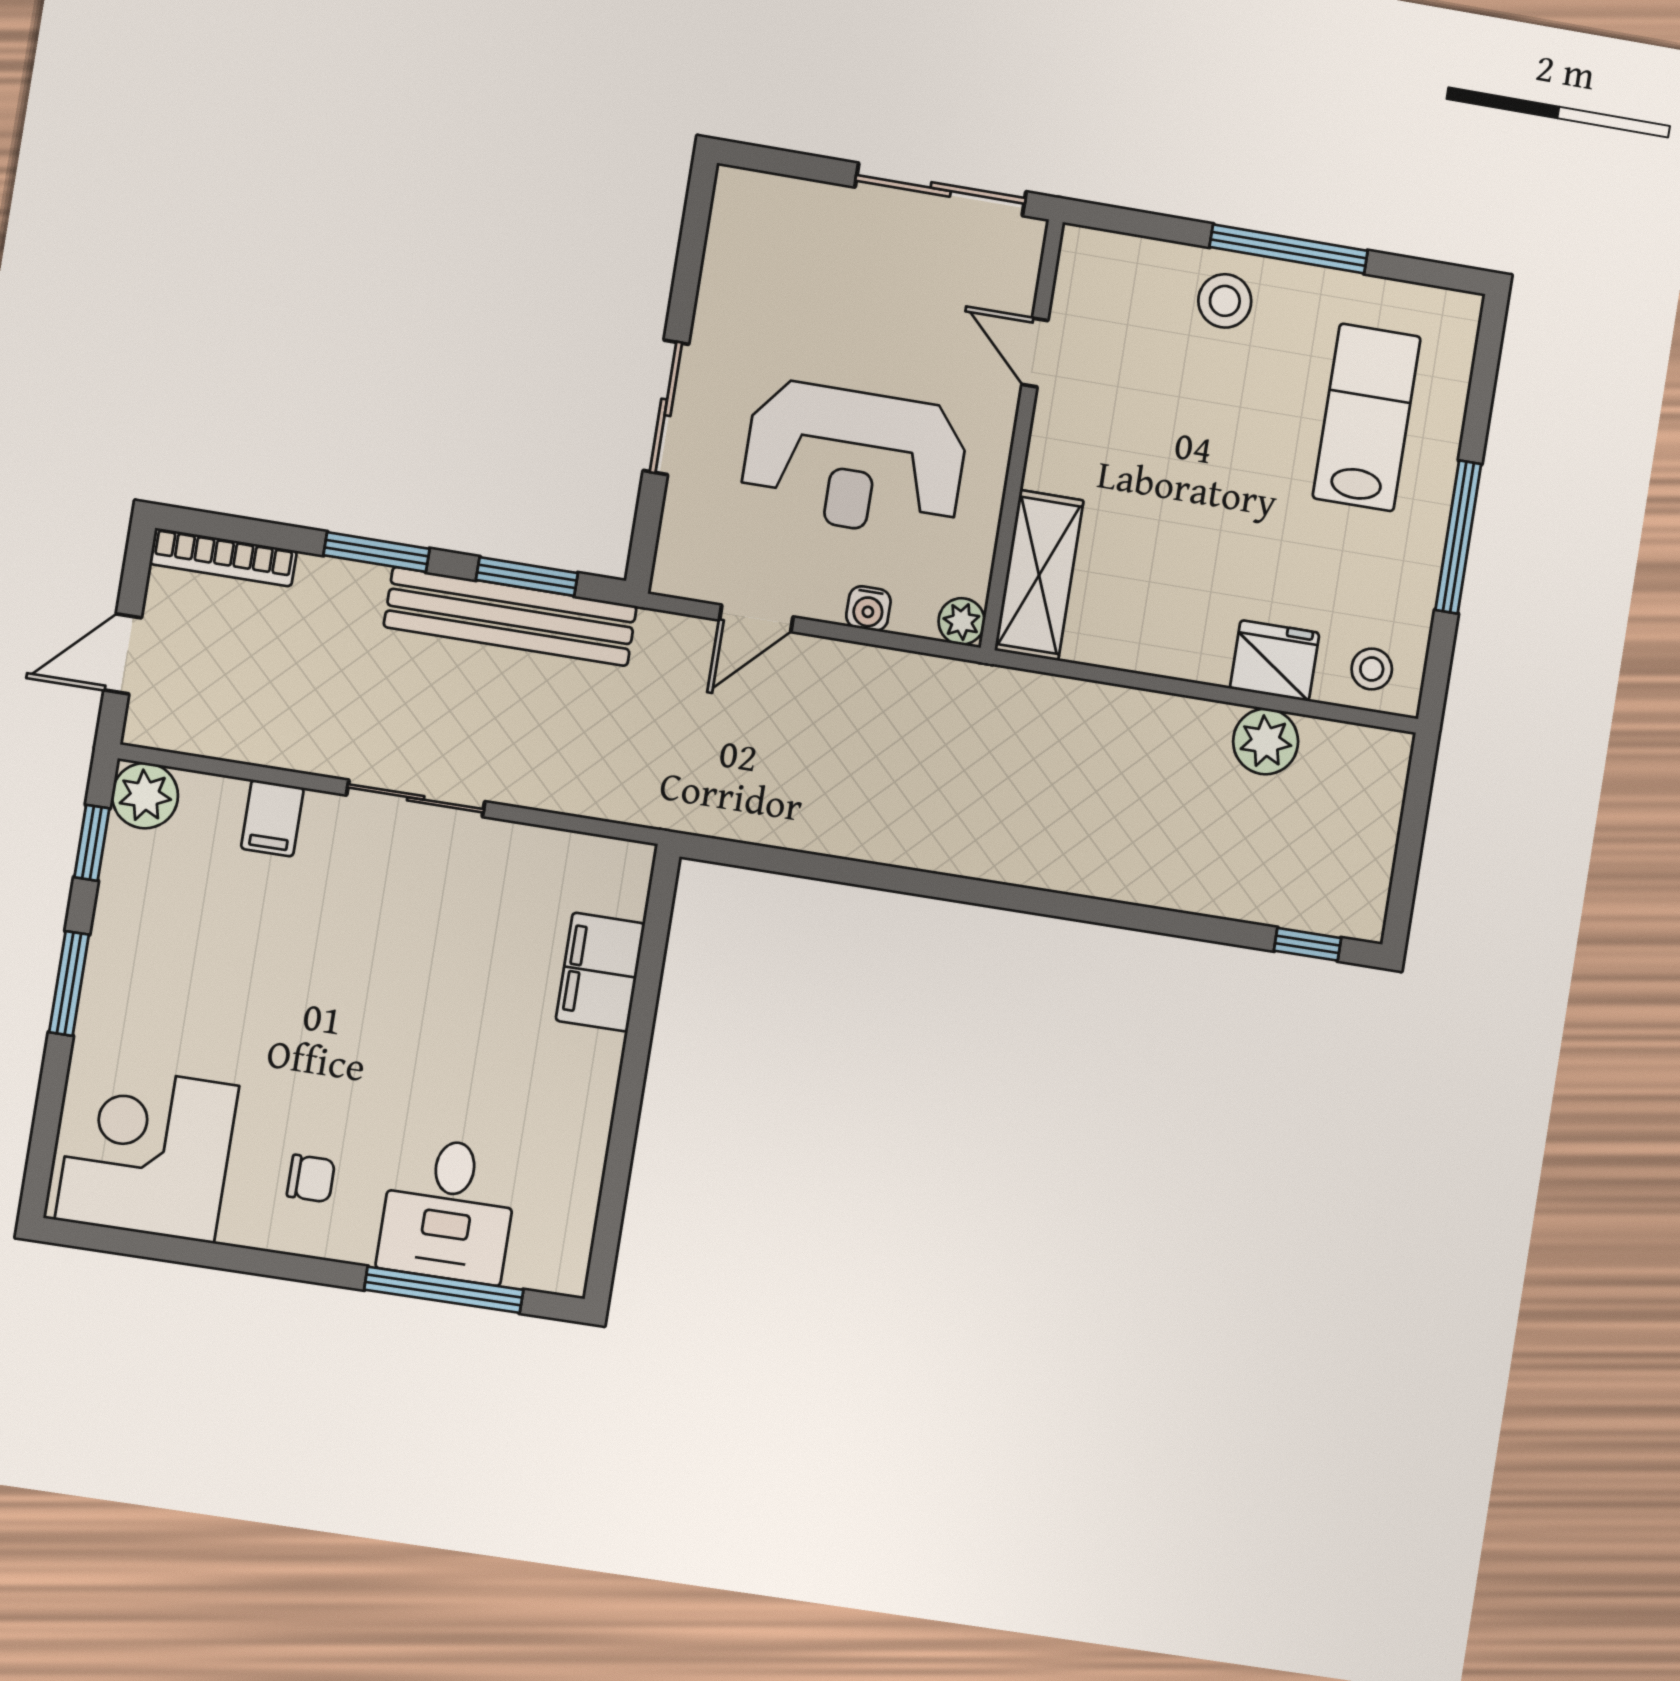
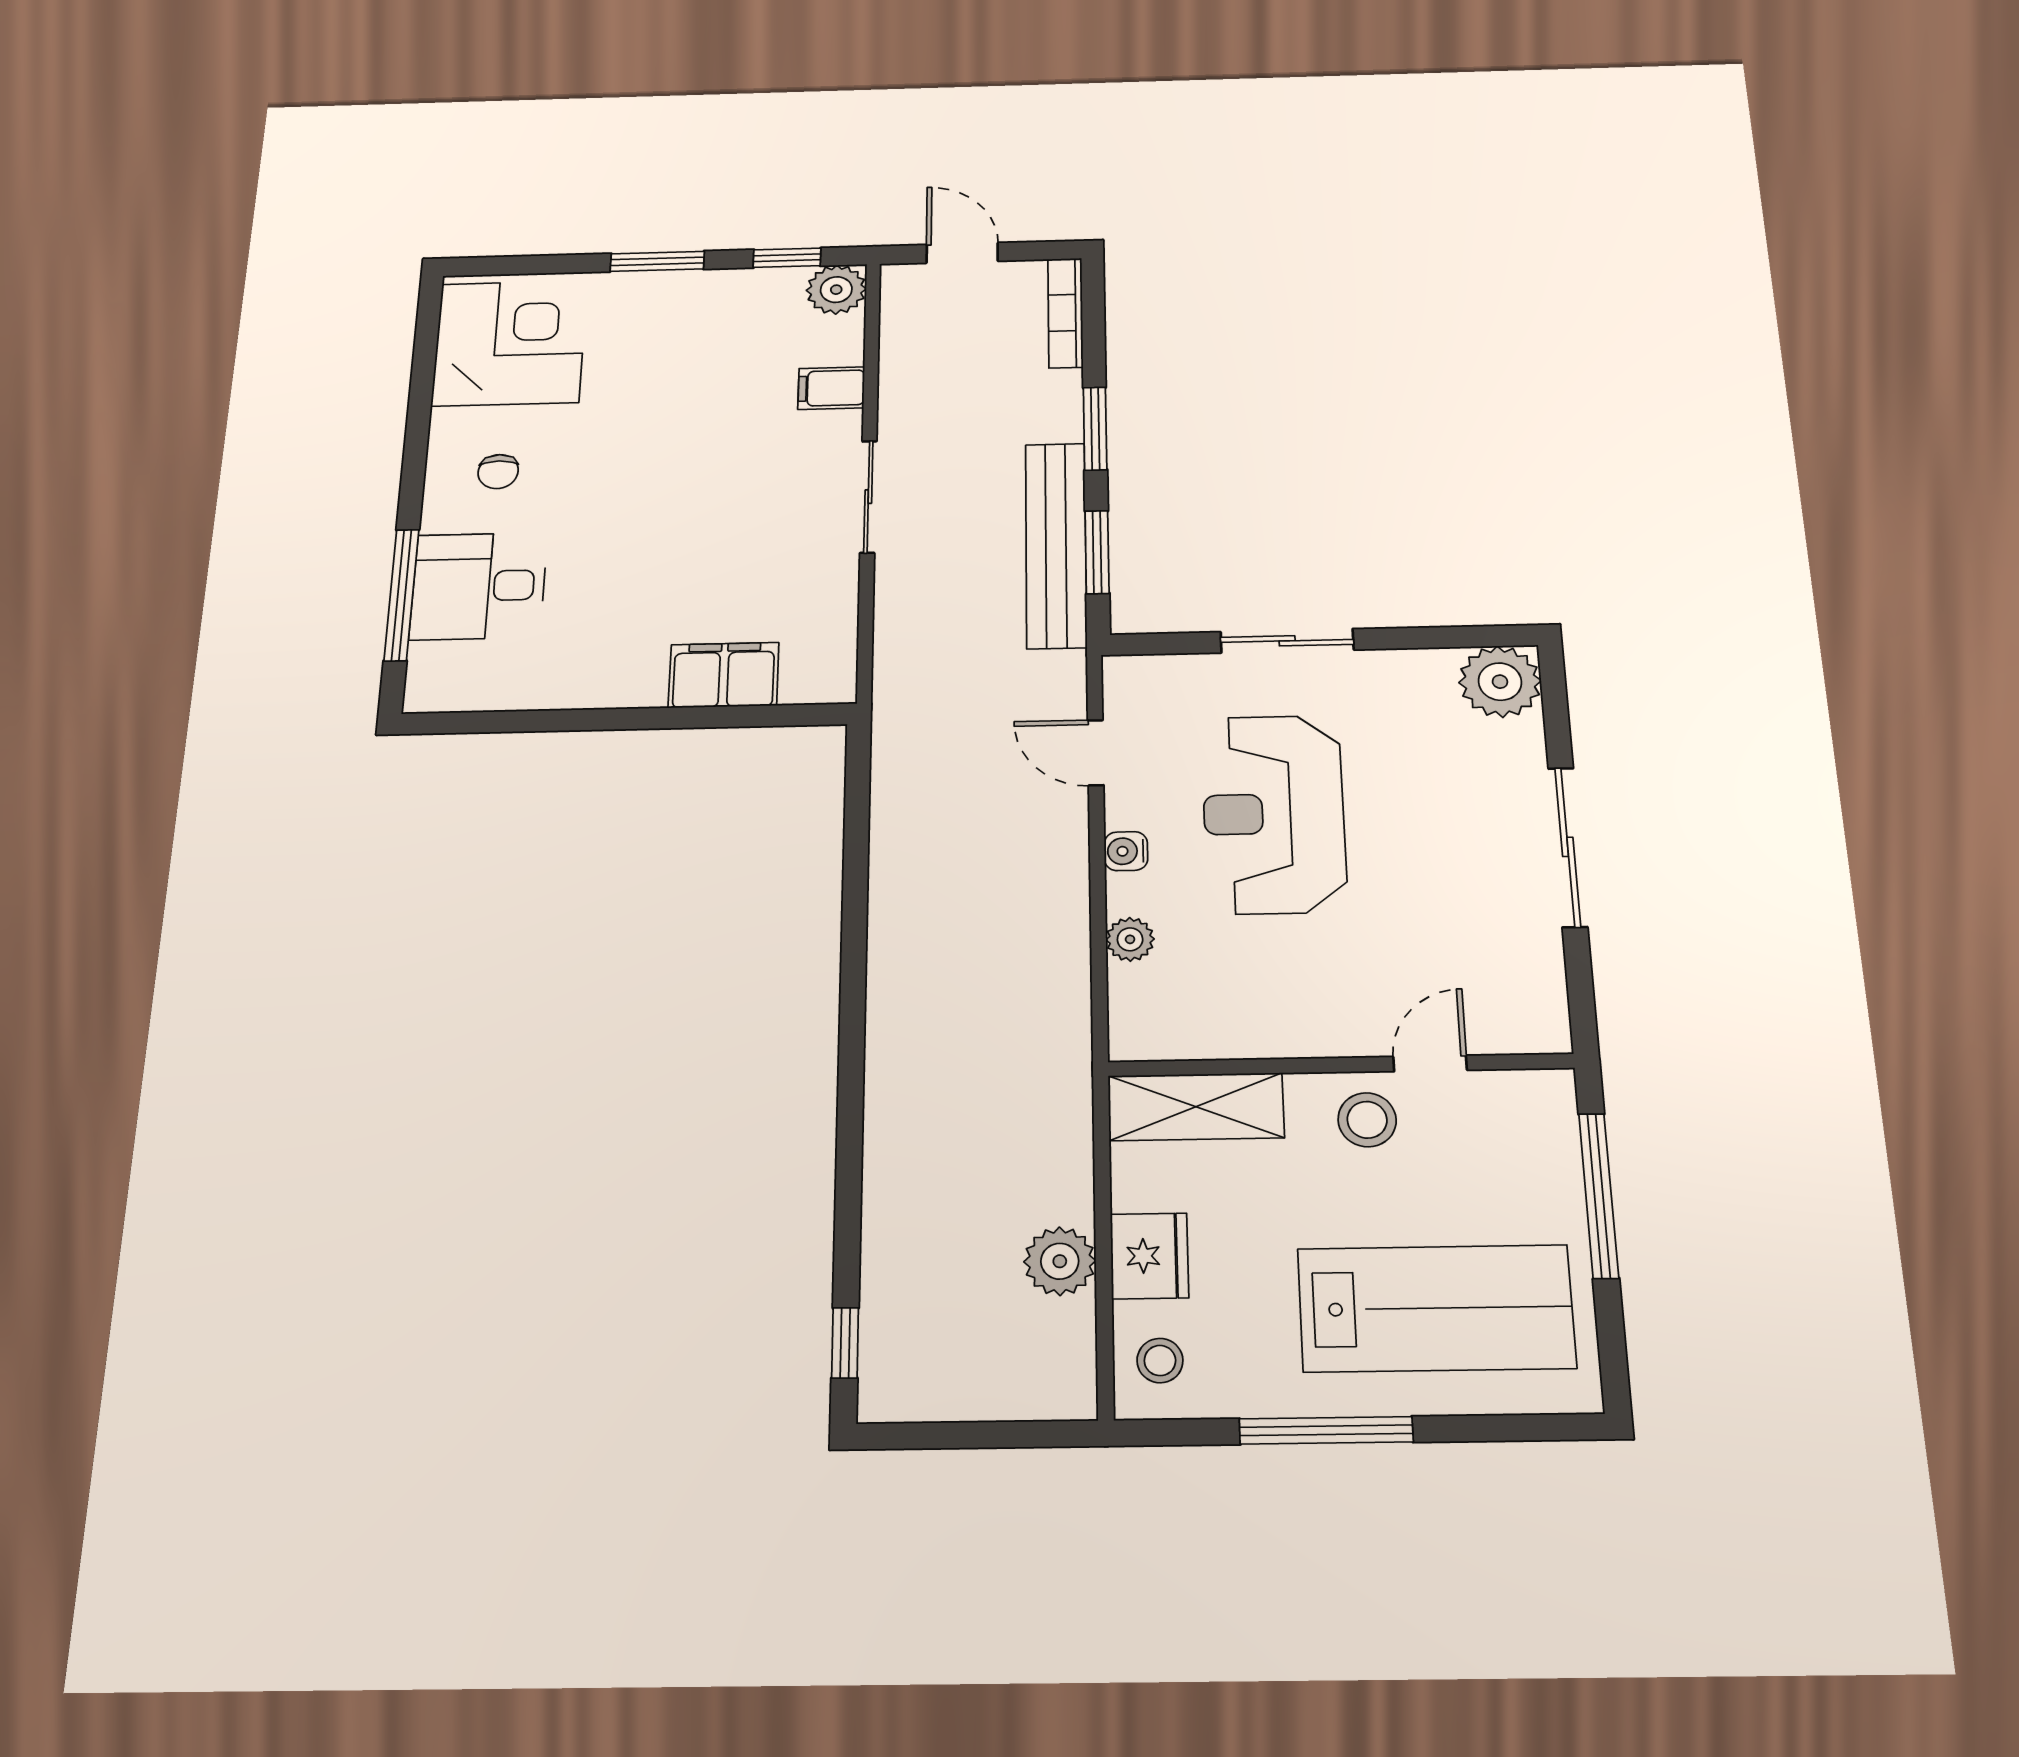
plant: (751, 210) -> (1500, 682), added
stool: (1225, 301) -> (1367, 1120), moved
door: (1035, 353) -> (1430, 1063), moved
lab bench: (1367, 417) -> (1436, 1308), width x1.36, depth x1.39
wall: (1022, 435) -> (1340, 1065), moved
shelving: (1039, 575) -> (1196, 1107), moved

